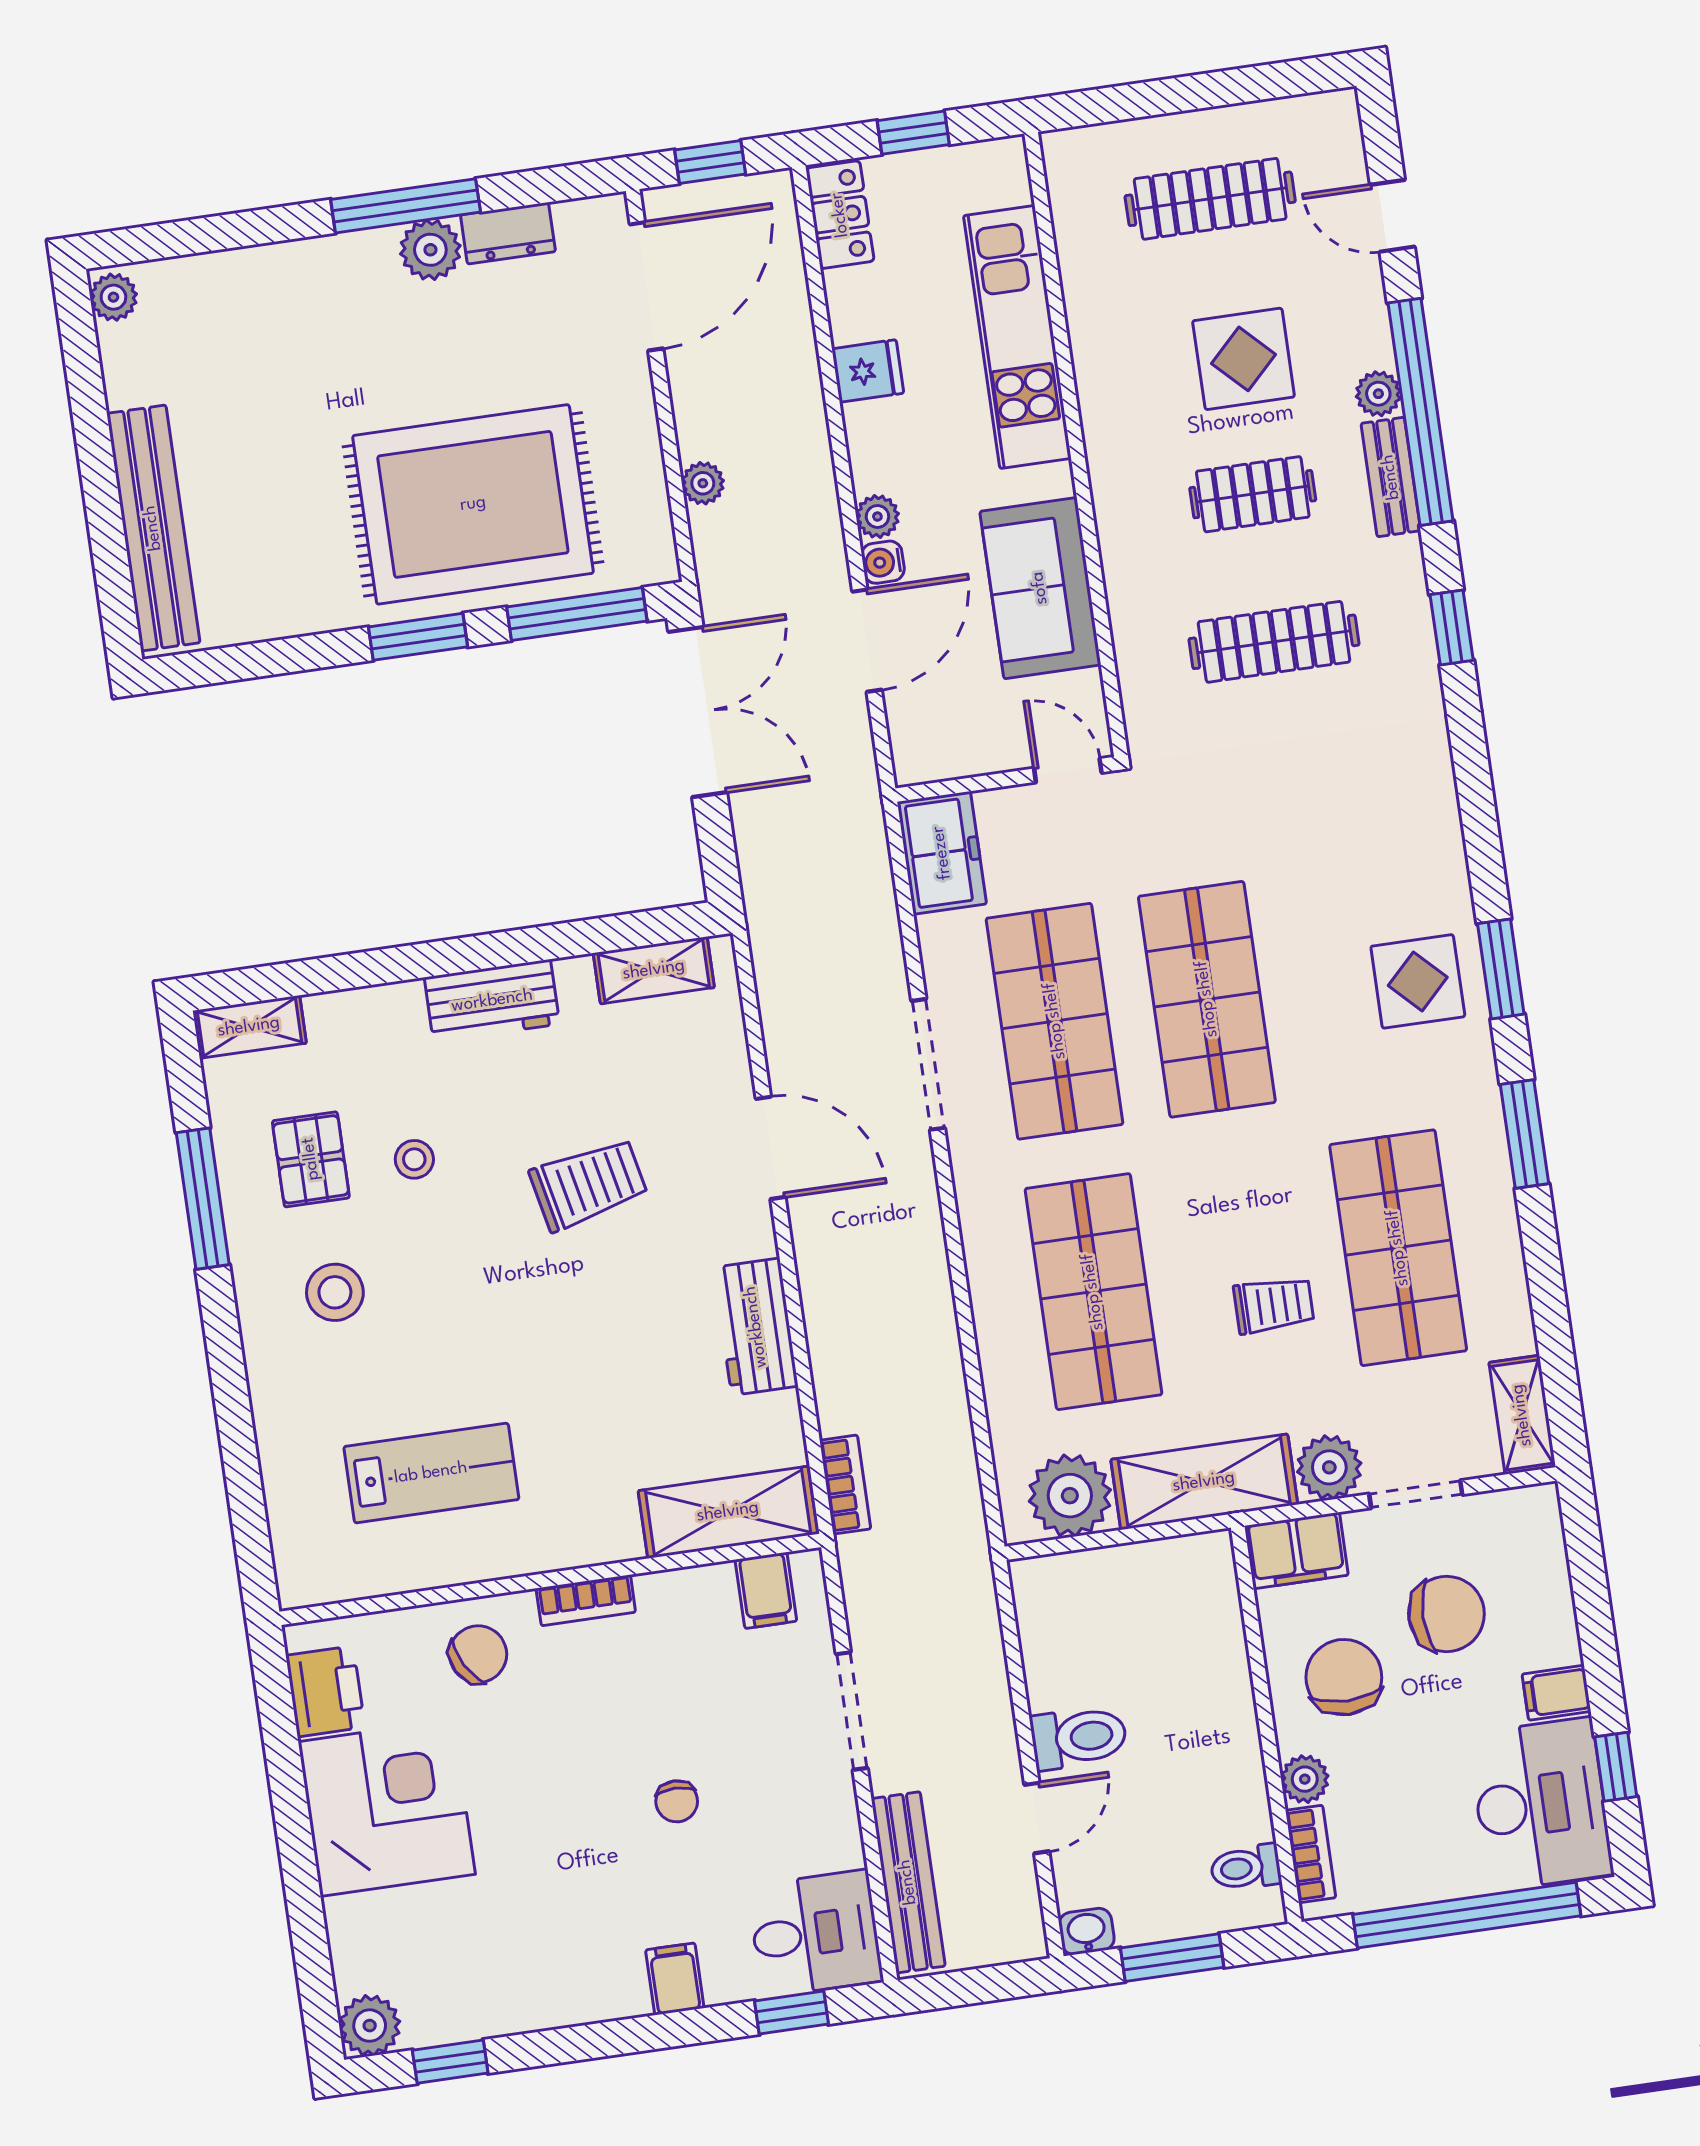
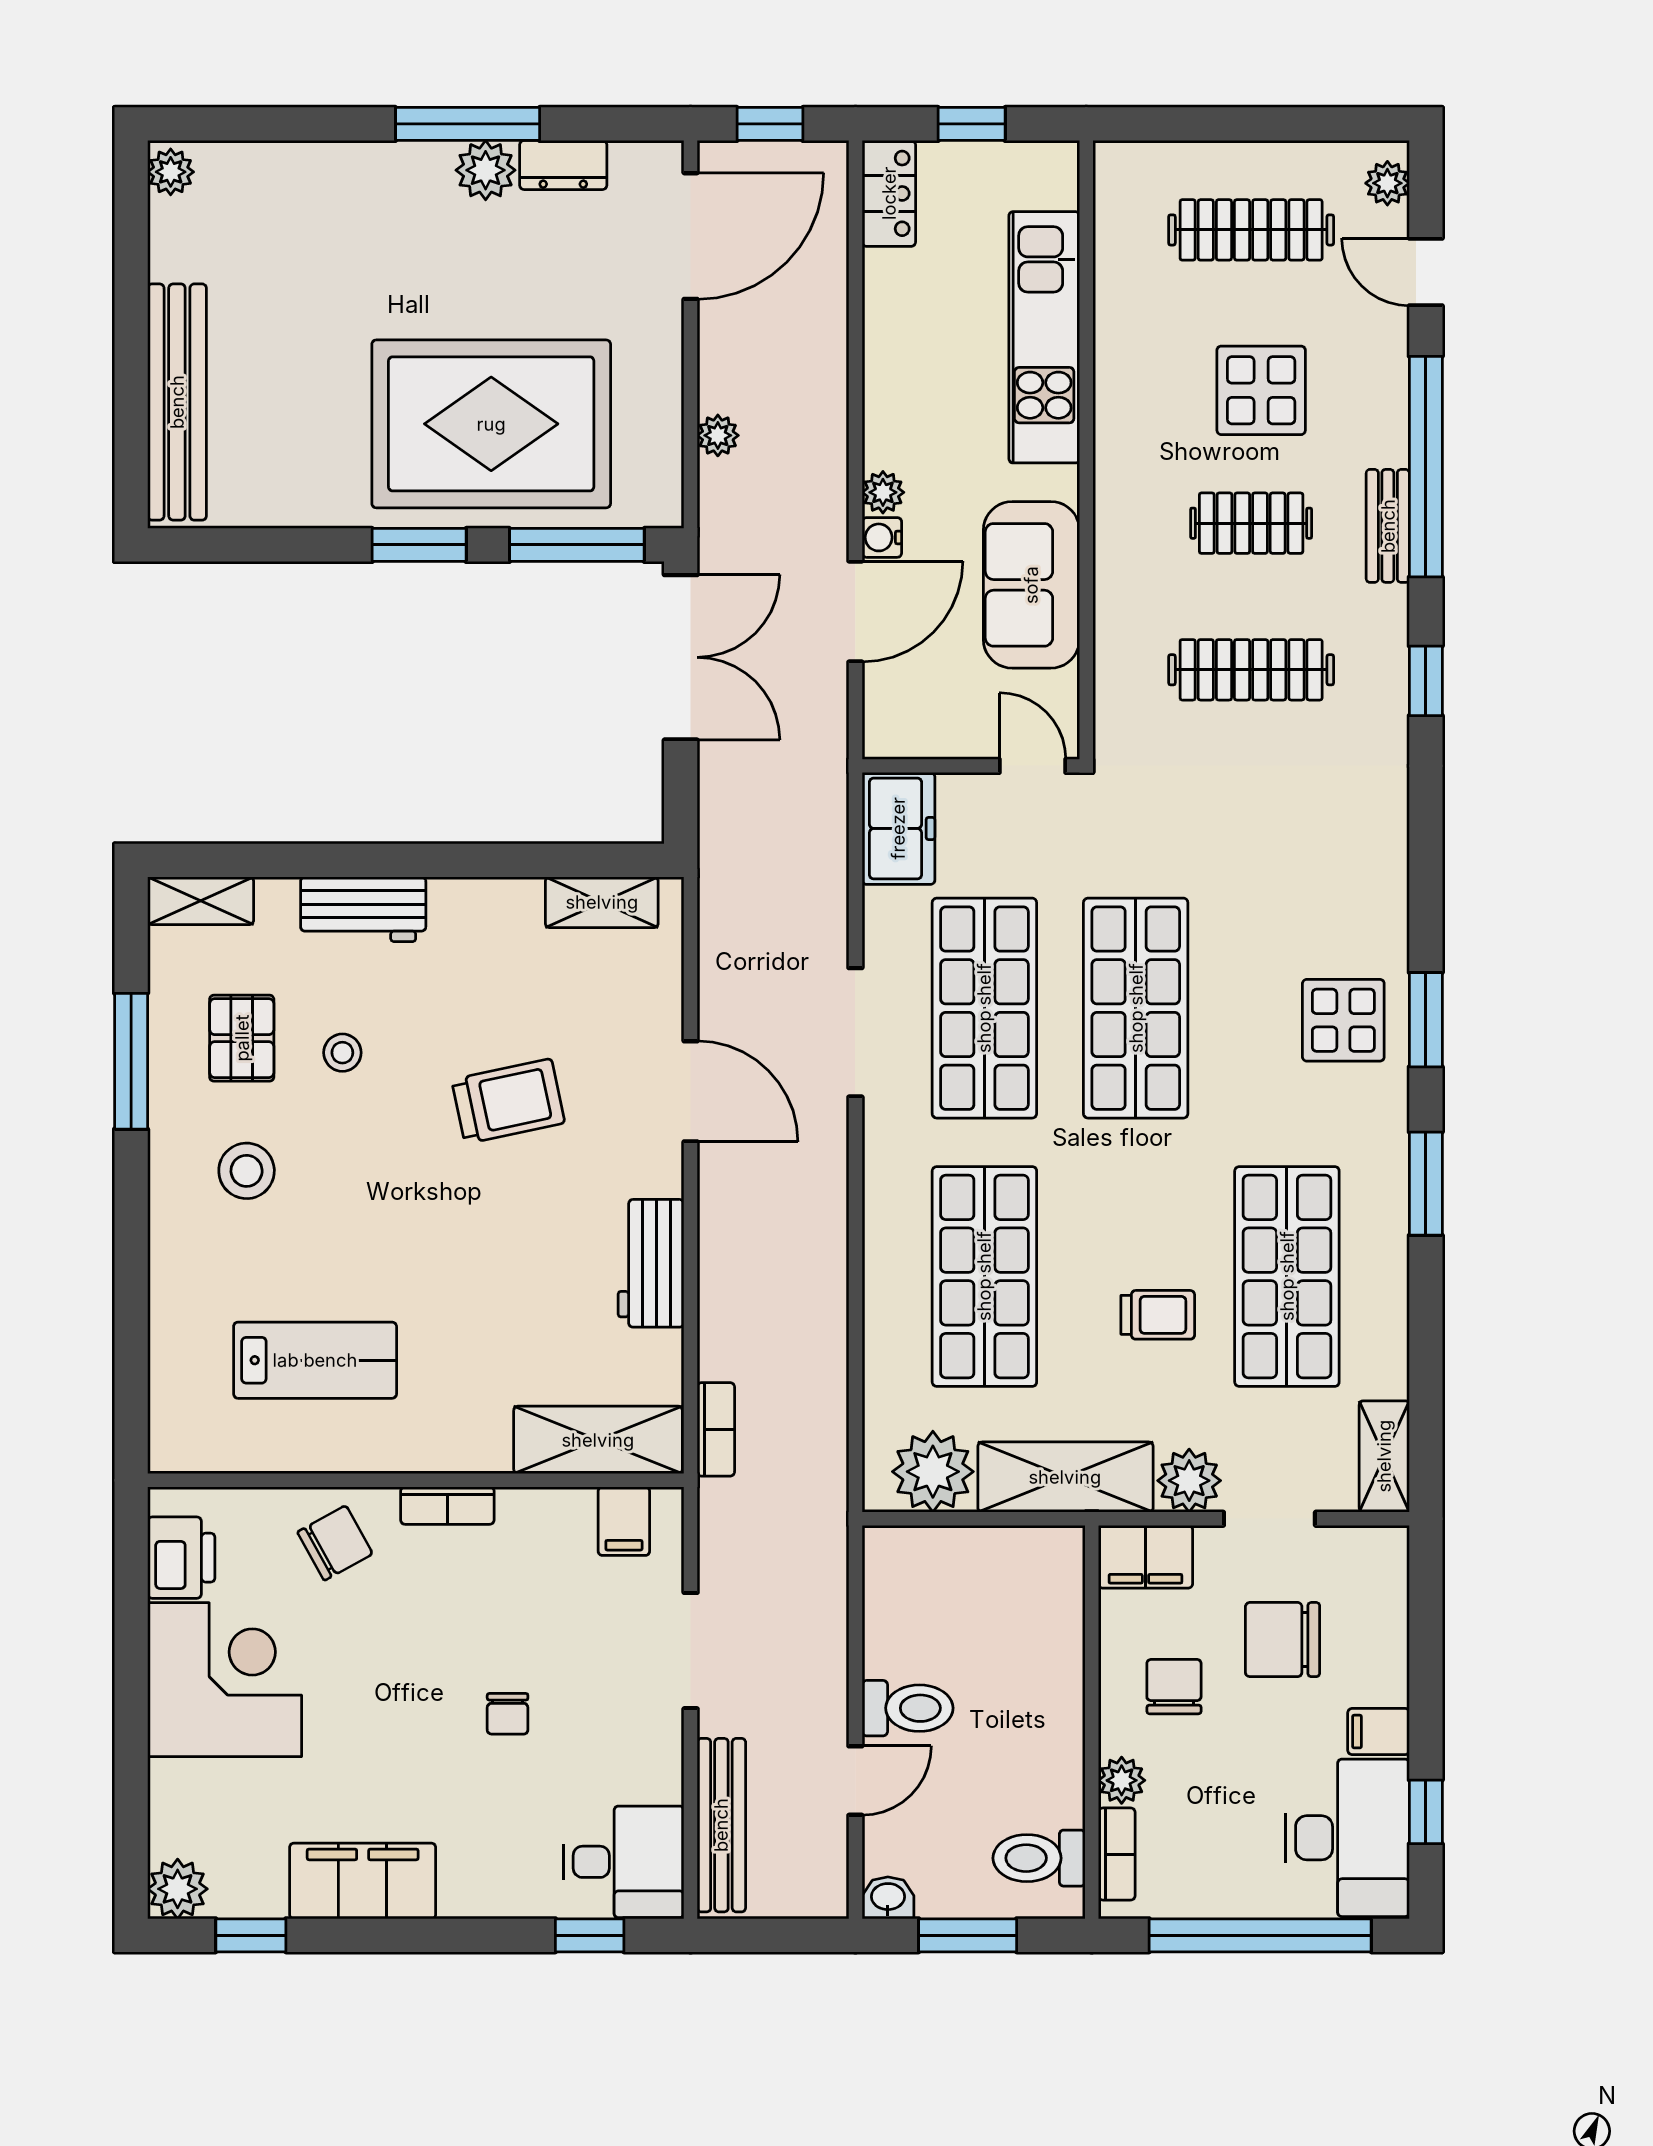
fridge: (868, 371) -> (894, 349), removed
plant: (1378, 394) -> (1387, 183), moved
workbench: (492, 1001) -> (363, 909), moved
chair: (1446, 1614) -> (1283, 1640), turned 180
chair: (1344, 1677) -> (1174, 1687), width x0.73, depth x0.73
toilet: (1246, 1868) -> (1039, 1858), width x1.37, depth x1.39
filing cabinet: (675, 1979) -> (363, 1881), moved, width x3.00, depth x1.17

